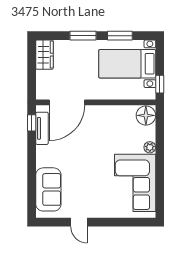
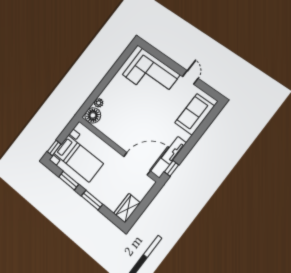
window: (160, 84) -> (54, 148), moved
tv unit: (42, 128) -> (174, 150), moved
plant: (150, 147) -> (99, 103), moved
corner sofa: (135, 183) -> (151, 75), moved, turned 90

